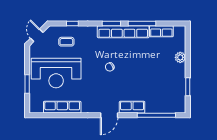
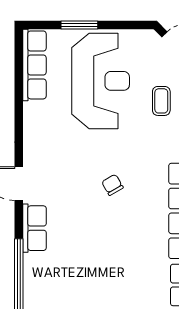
reception desk: (56, 73) -> (101, 81), turned 180
row of seats: (62, 107) -> (34, 65), moved

